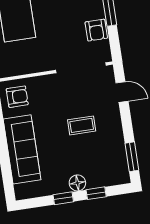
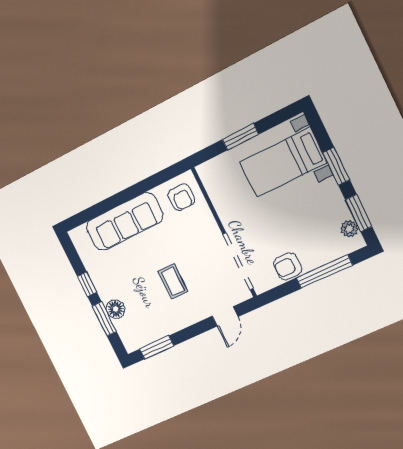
floor lamp: (77, 183) -> (116, 309), moved
window: (96, 193) -> (104, 319), width x1.50

